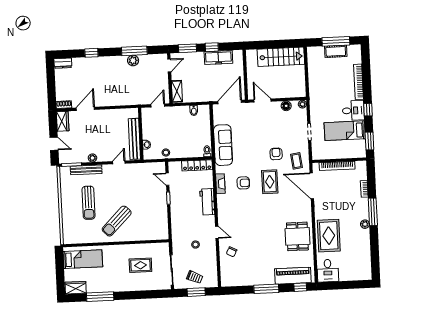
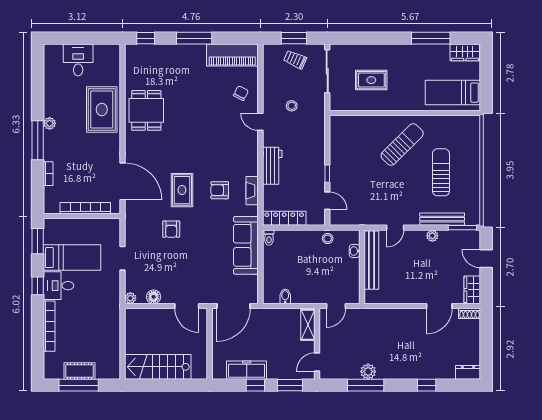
coffee table: (296, 161) -> (143, 218), removed
desk: (328, 271) -> (78, 60), moved
piano: (293, 276) -> (232, 55), moved

